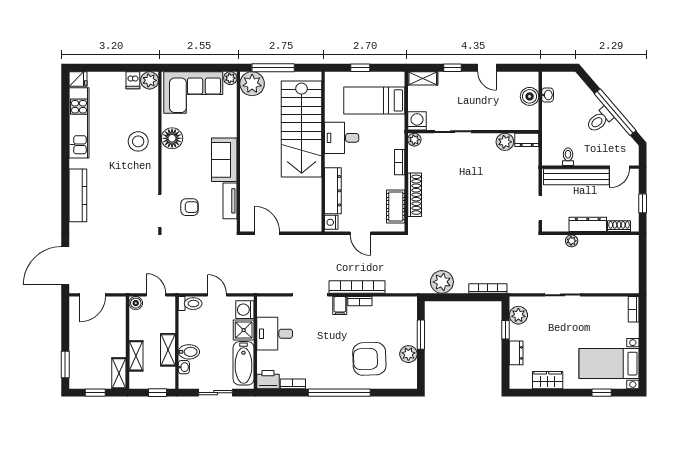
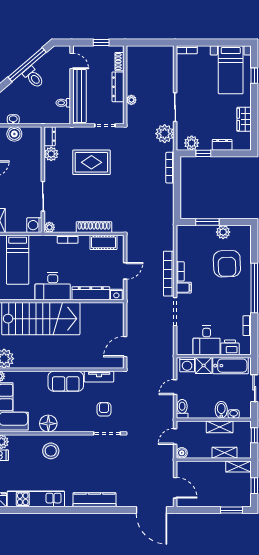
desk: (342, 138) -> (53, 286), width x1.37
rug: (495, 192) -> (91, 162), added
plant: (442, 282) -> (165, 134), moved
printer: (268, 380) -> (230, 347), moved, turned 90

